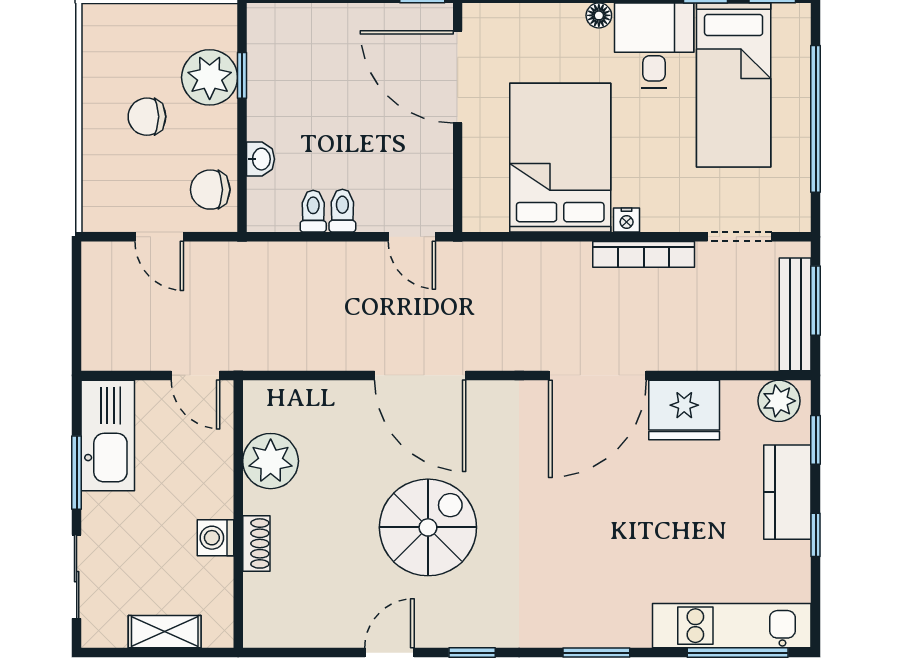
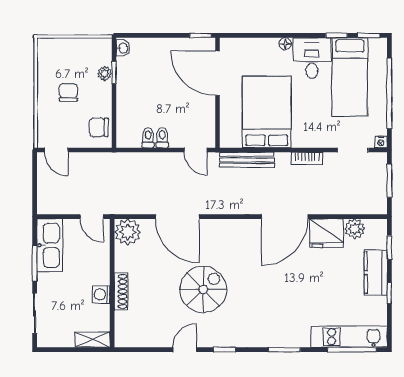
plant: (210, 77) -> (105, 73), width x0.53, depth x0.53
chair: (147, 117) -> (68, 92), turned 90
washbasin: (261, 159) -> (123, 48), moved
nightstand: (627, 220) -> (381, 142), moved
door: (159, 237) -> (56, 150), moved
bookcase: (644, 254) -> (307, 158), width x0.64
bench: (795, 314) -> (247, 160), moved, turned 90
door: (420, 375) -> (177, 217), moved
plant: (779, 401) -> (355, 229), moved
plant: (271, 461) -> (128, 232), moved
shoe rack: (256, 543) -> (121, 292), width x1.43
shelving: (165, 632) -> (93, 340), moved

